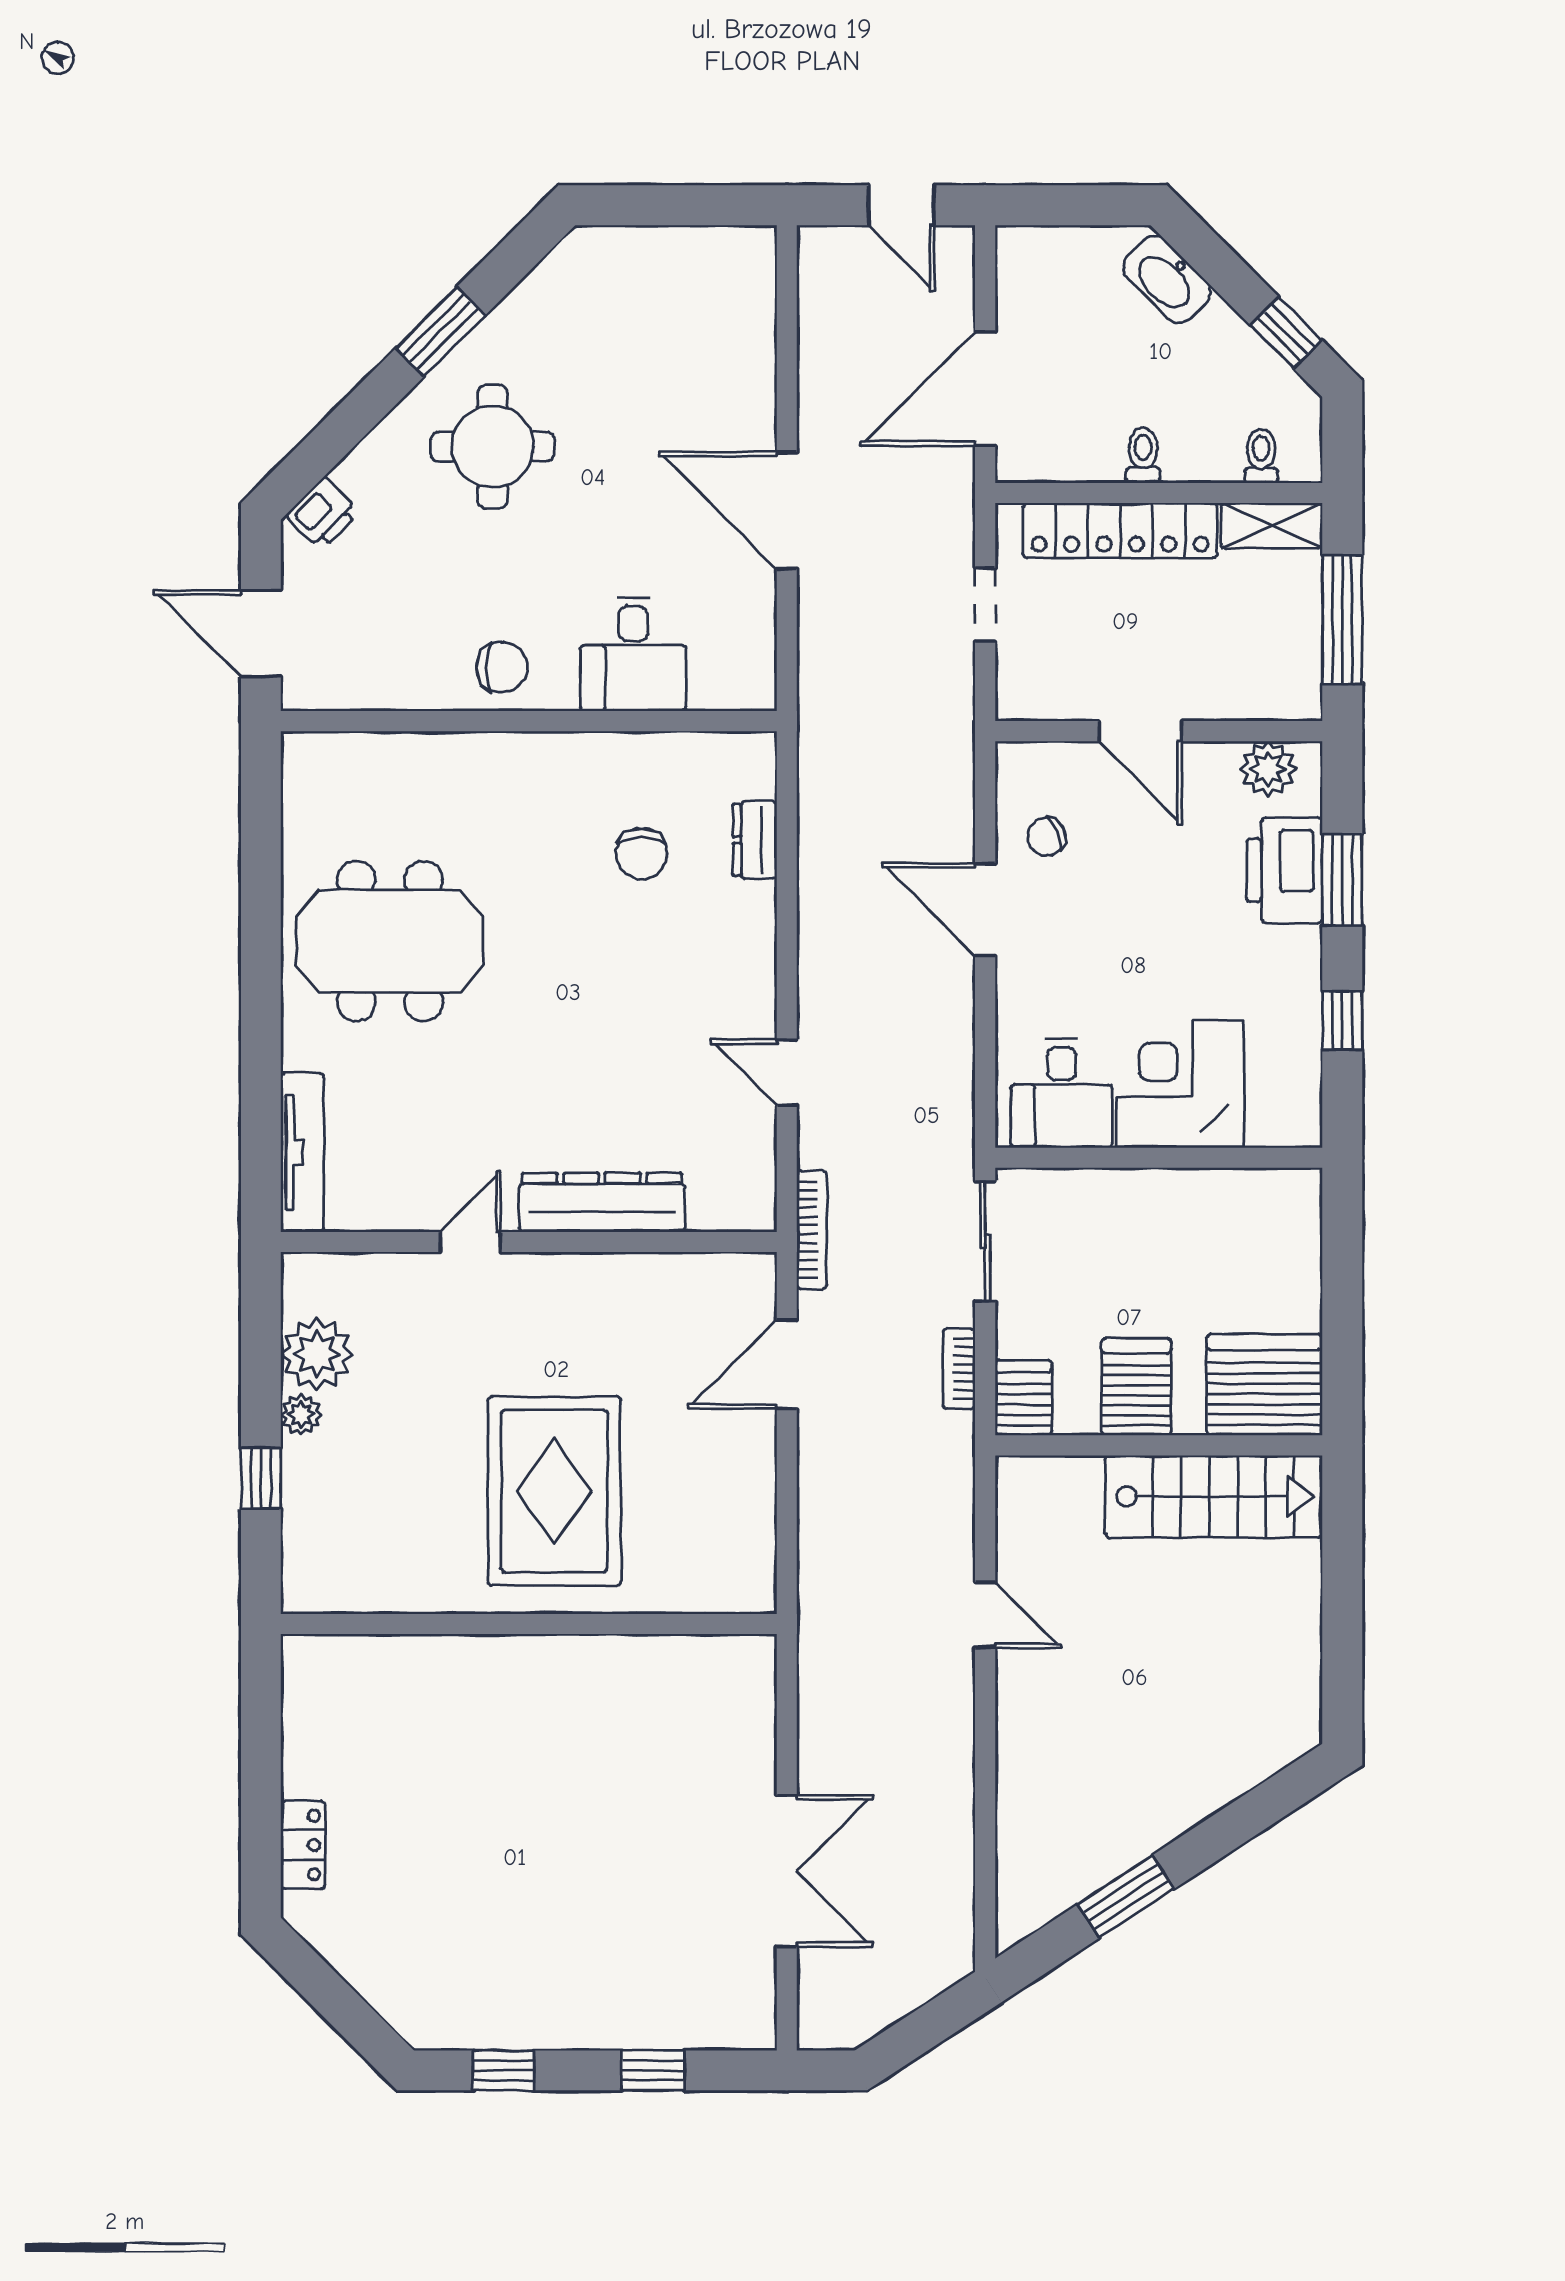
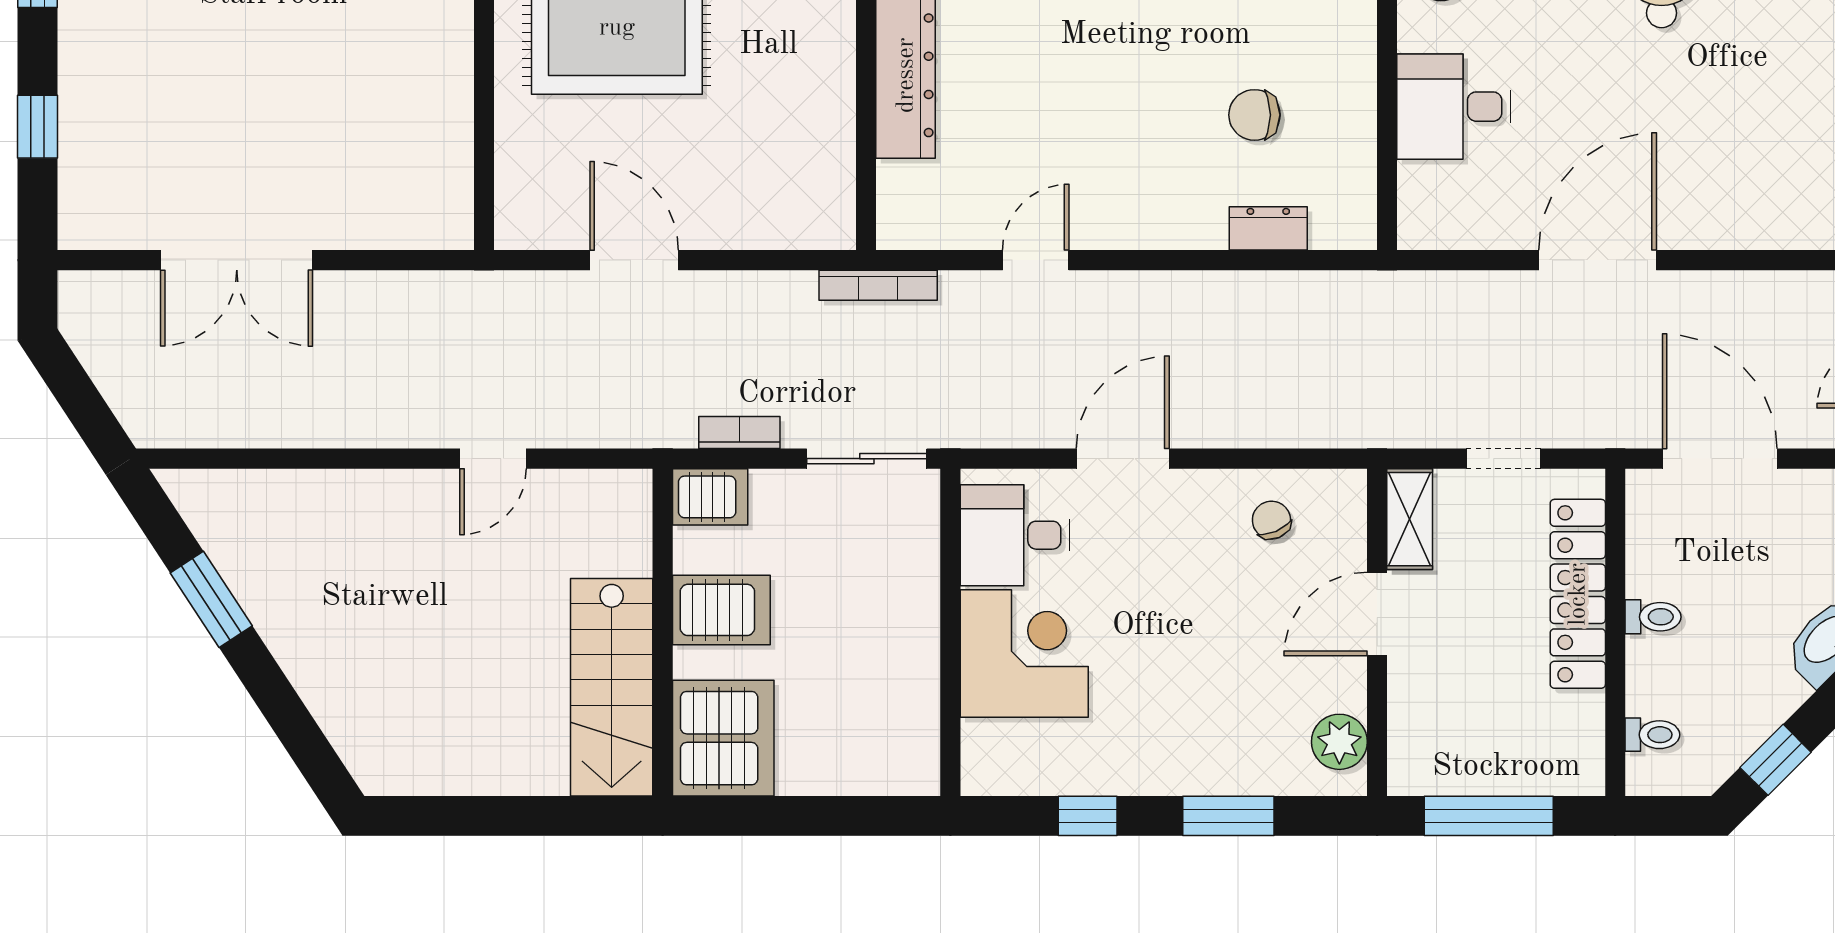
shelving: (1272, 526) -> (1410, 519), moved
printer: (1284, 870) -> (1238, 758), removed
door: (985, 909) -> (1123, 459), moved
door: (787, 1364) -> (634, 260), moved

